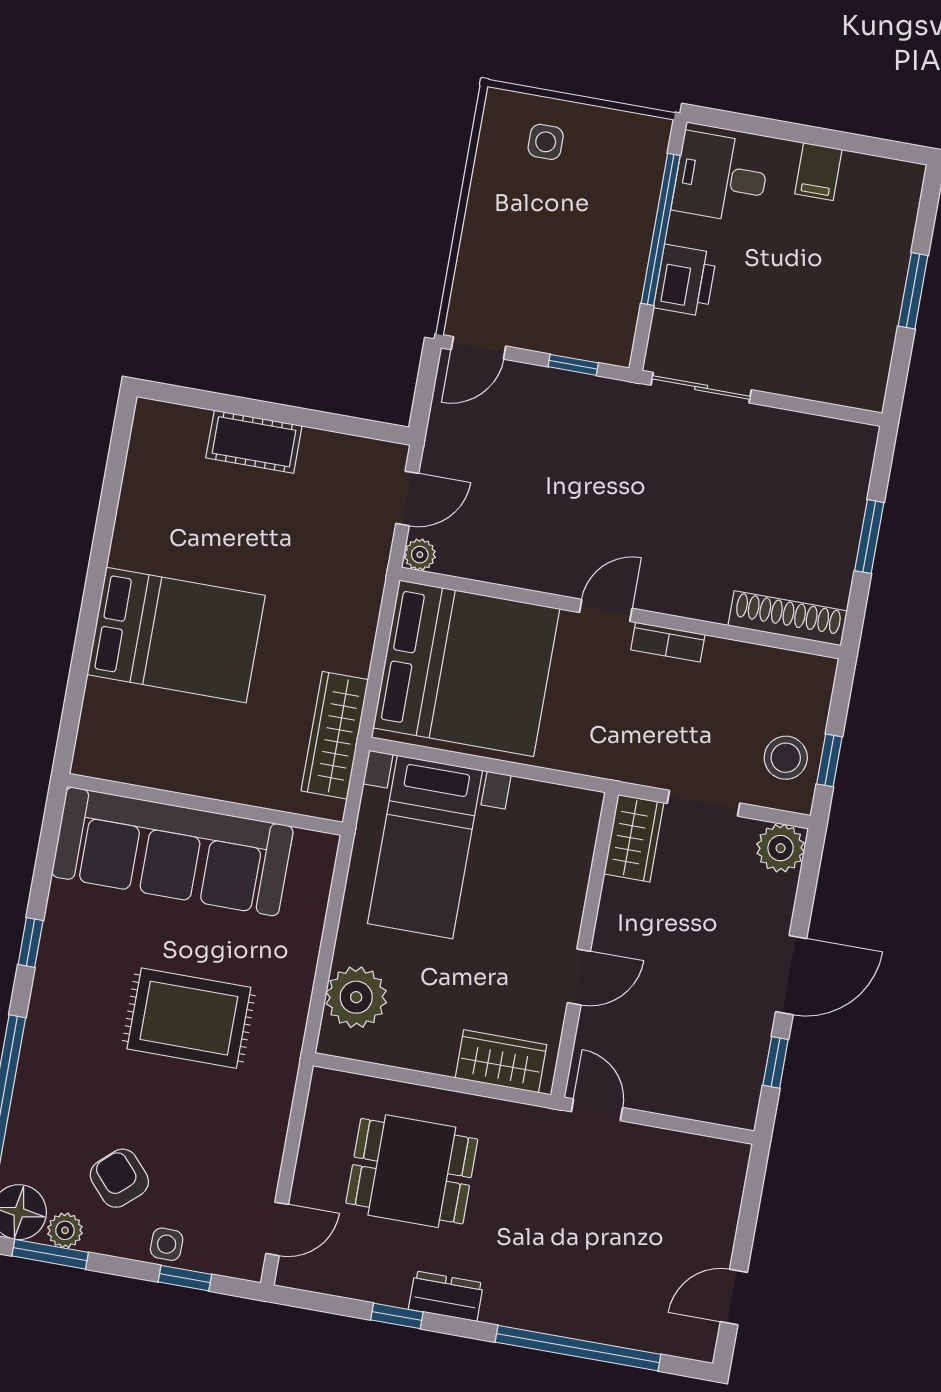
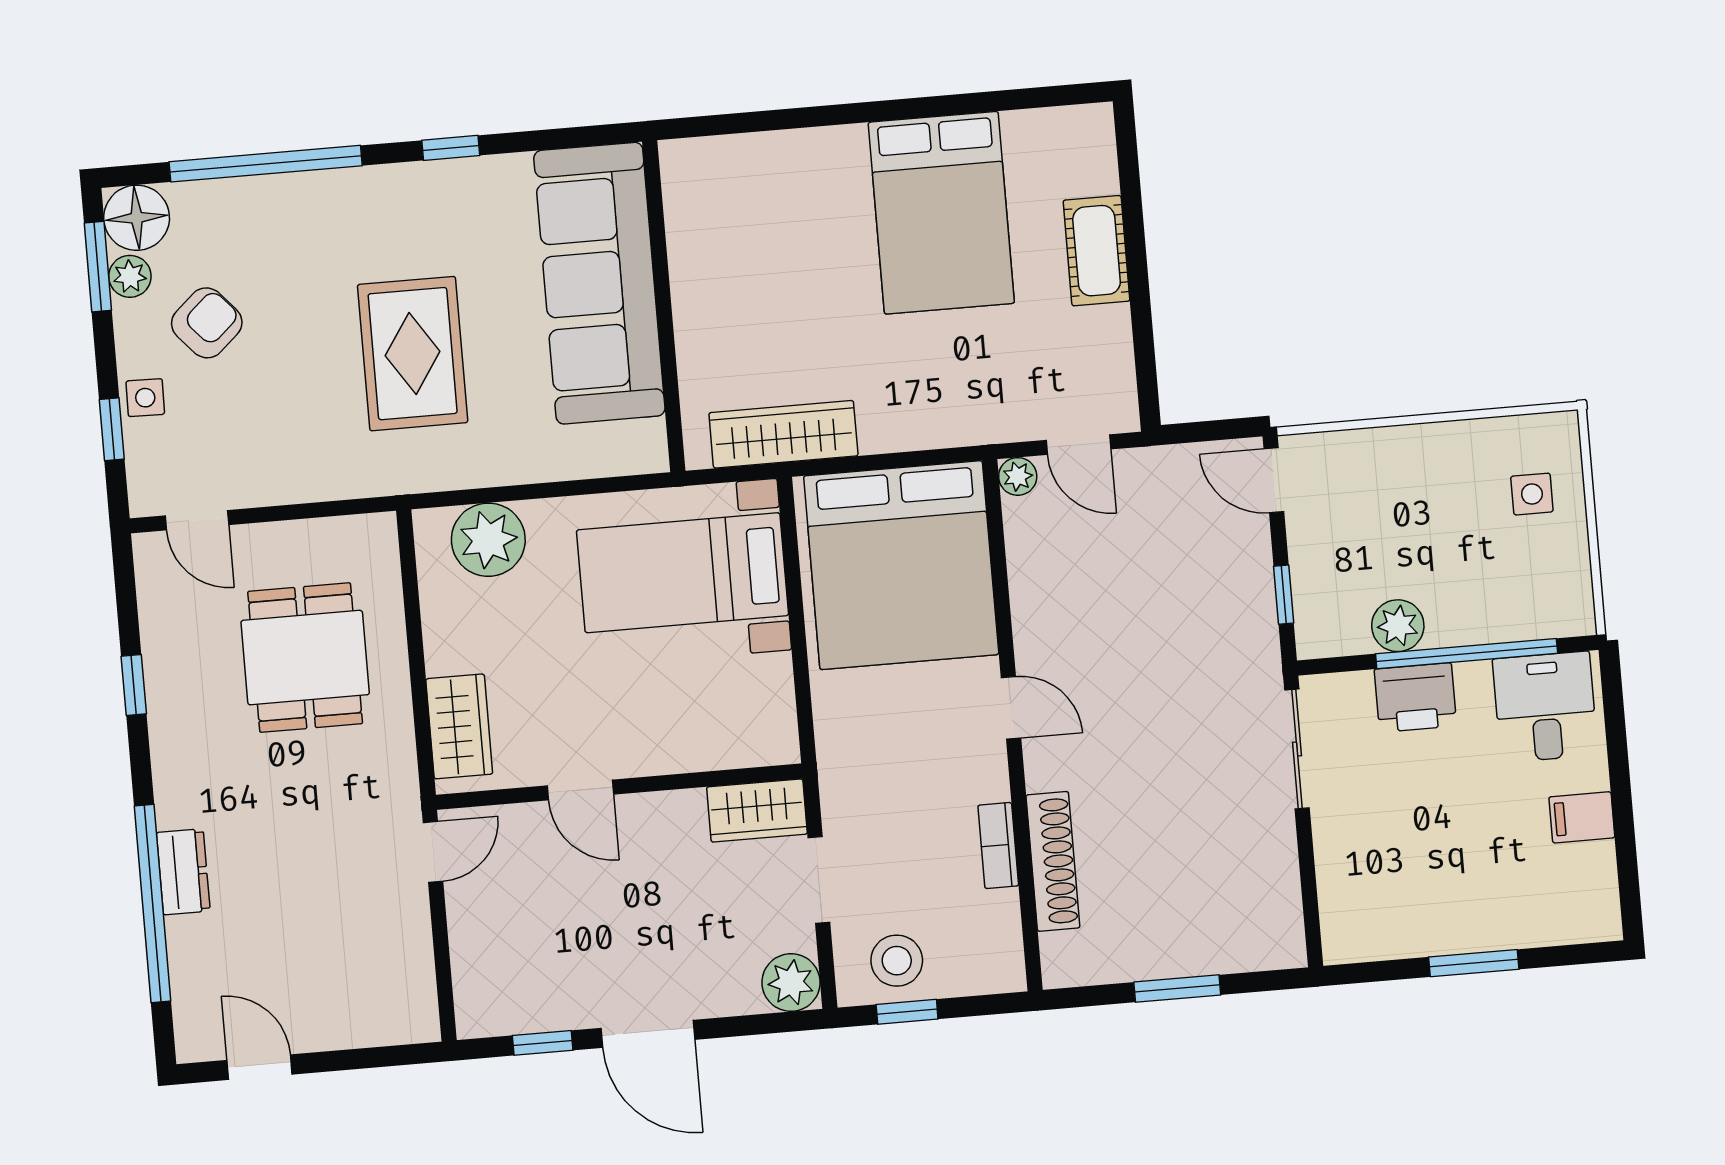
plant: (623, 279) -> (1398, 626), added
shoe rack: (788, 618) -> (1053, 861), moved
bed: (176, 635) -> (941, 213), moved
bookcase: (668, 642) -> (998, 846), moved
dresser: (446, 1296) -> (183, 872), moved

